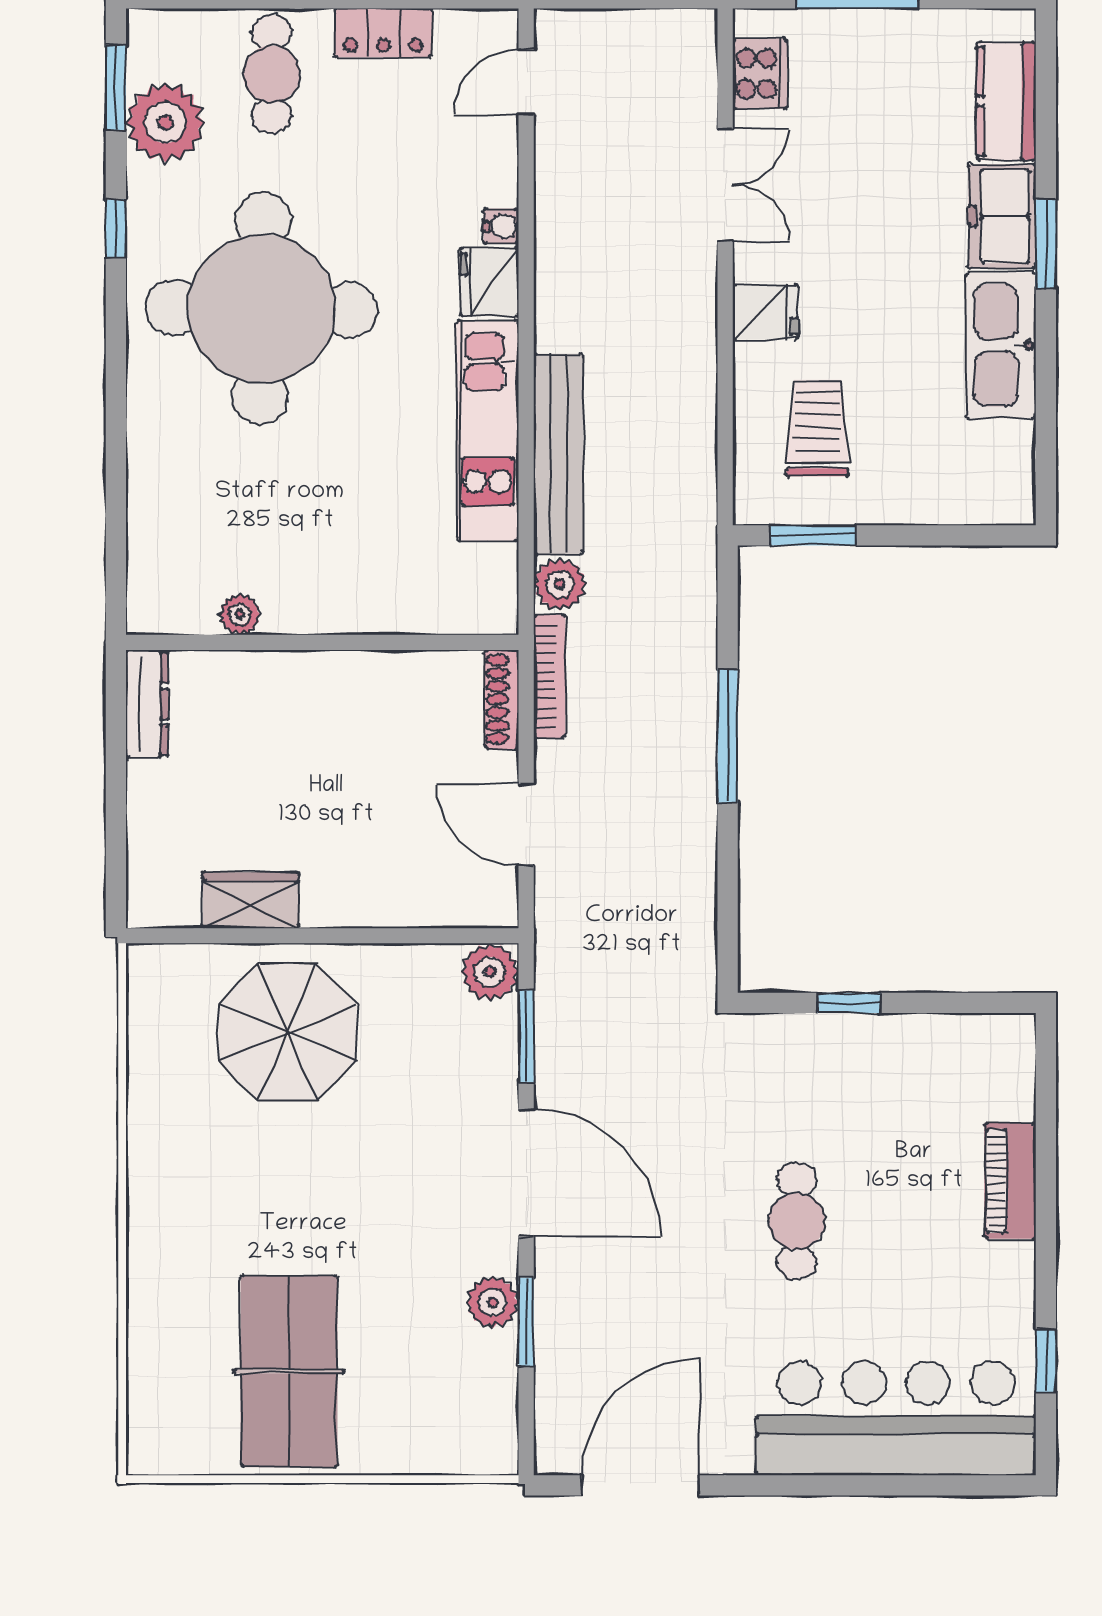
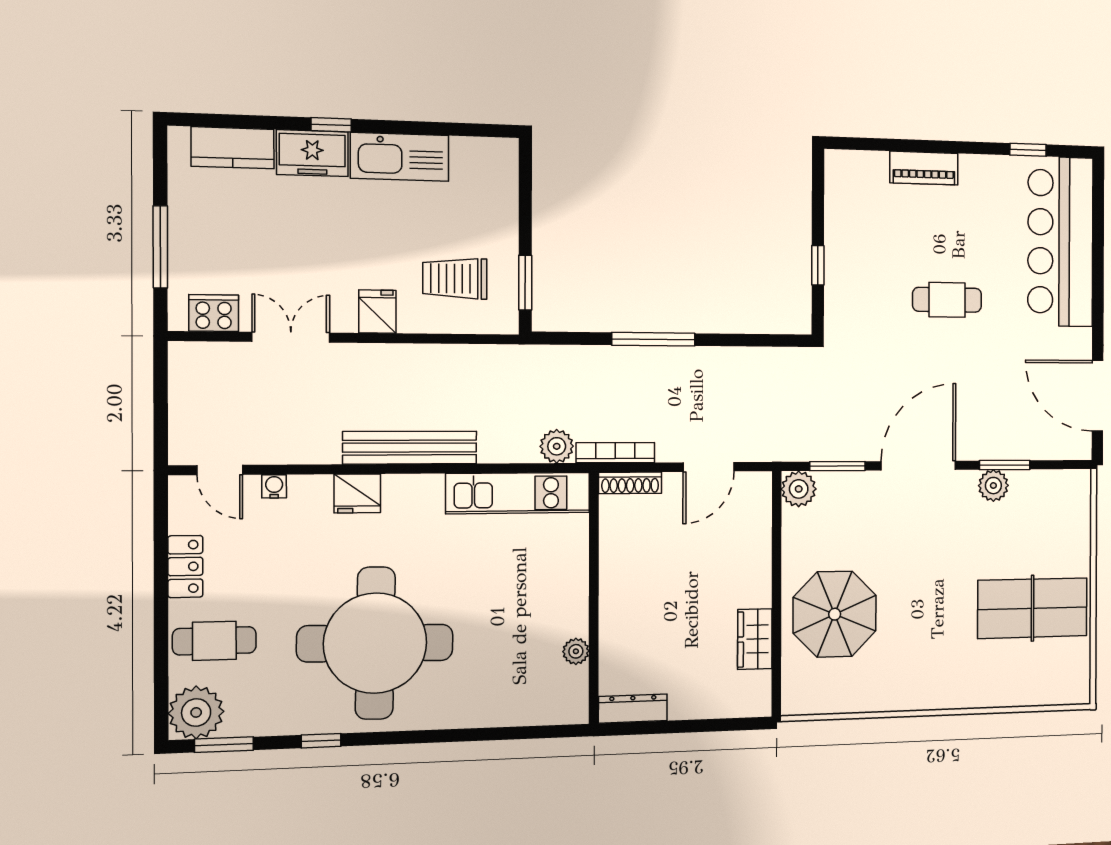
plant: (165, 123) -> (196, 712), moved
water cooler: (501, 226) -> (274, 486), moved
window: (1046, 244) -> (331, 125), width x0.67
kitchen unit: (488, 431) -> (518, 493), moved
bench: (559, 454) -> (410, 448), moved

